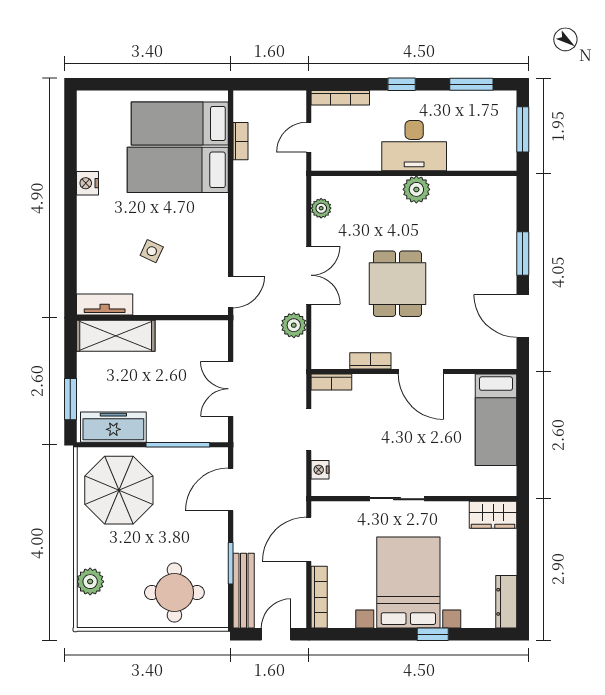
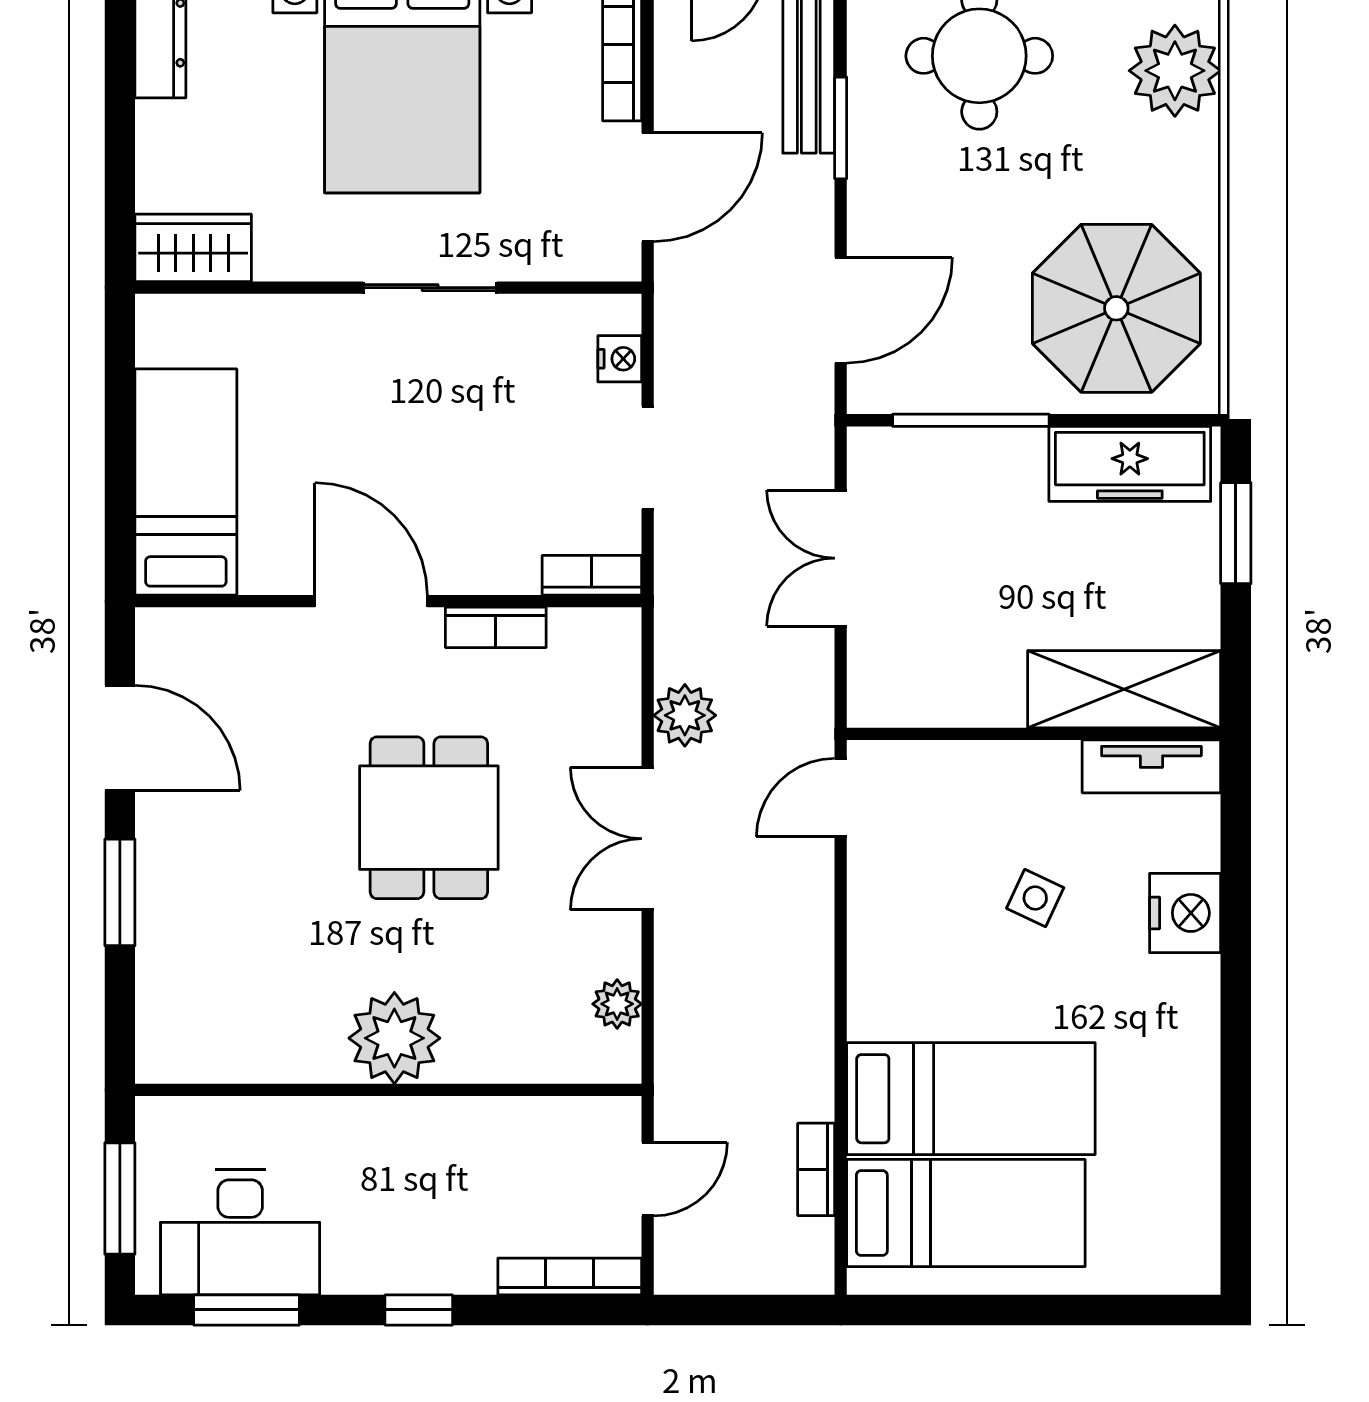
desk: (414, 146) -> (240, 1232), moved, turned 180
nightstand: (87, 183) -> (1185, 913), moved, width x1.36, depth x1.33
plant: (416, 189) -> (394, 1038), width x1.36, depth x1.36
double door: (231, 389) -> (841, 558), swing flipped
plant: (90, 582) -> (1175, 71), width x1.36, depth x1.36

